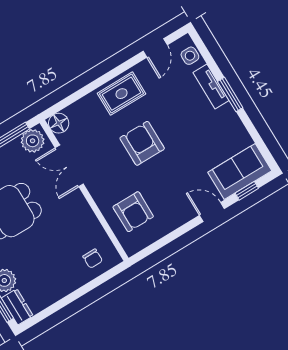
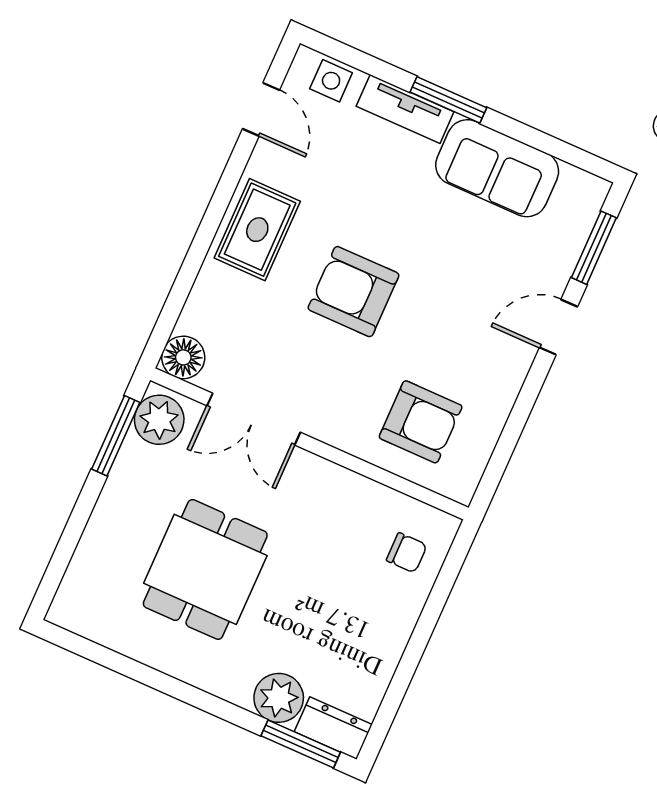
sofa: (240, 172) -> (497, 168), moved, turned -90
window: (247, 191) -> (594, 248), width x1.50

